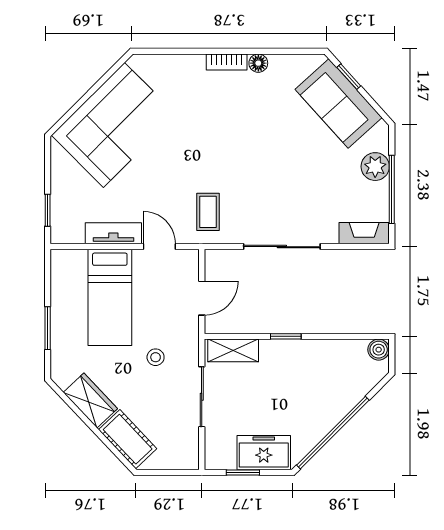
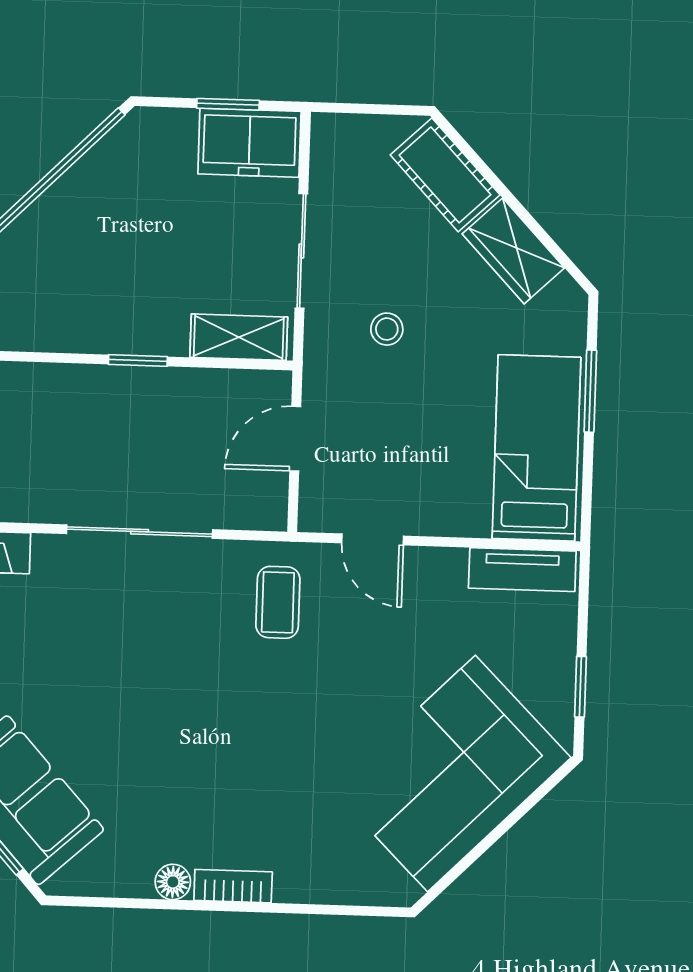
window: (48, 210) -> (580, 687), moved
tv unit: (113, 233) -> (522, 570), moved
bed: (110, 297) -> (536, 448), moved
freezer: (264, 453) -> (249, 143), moved

